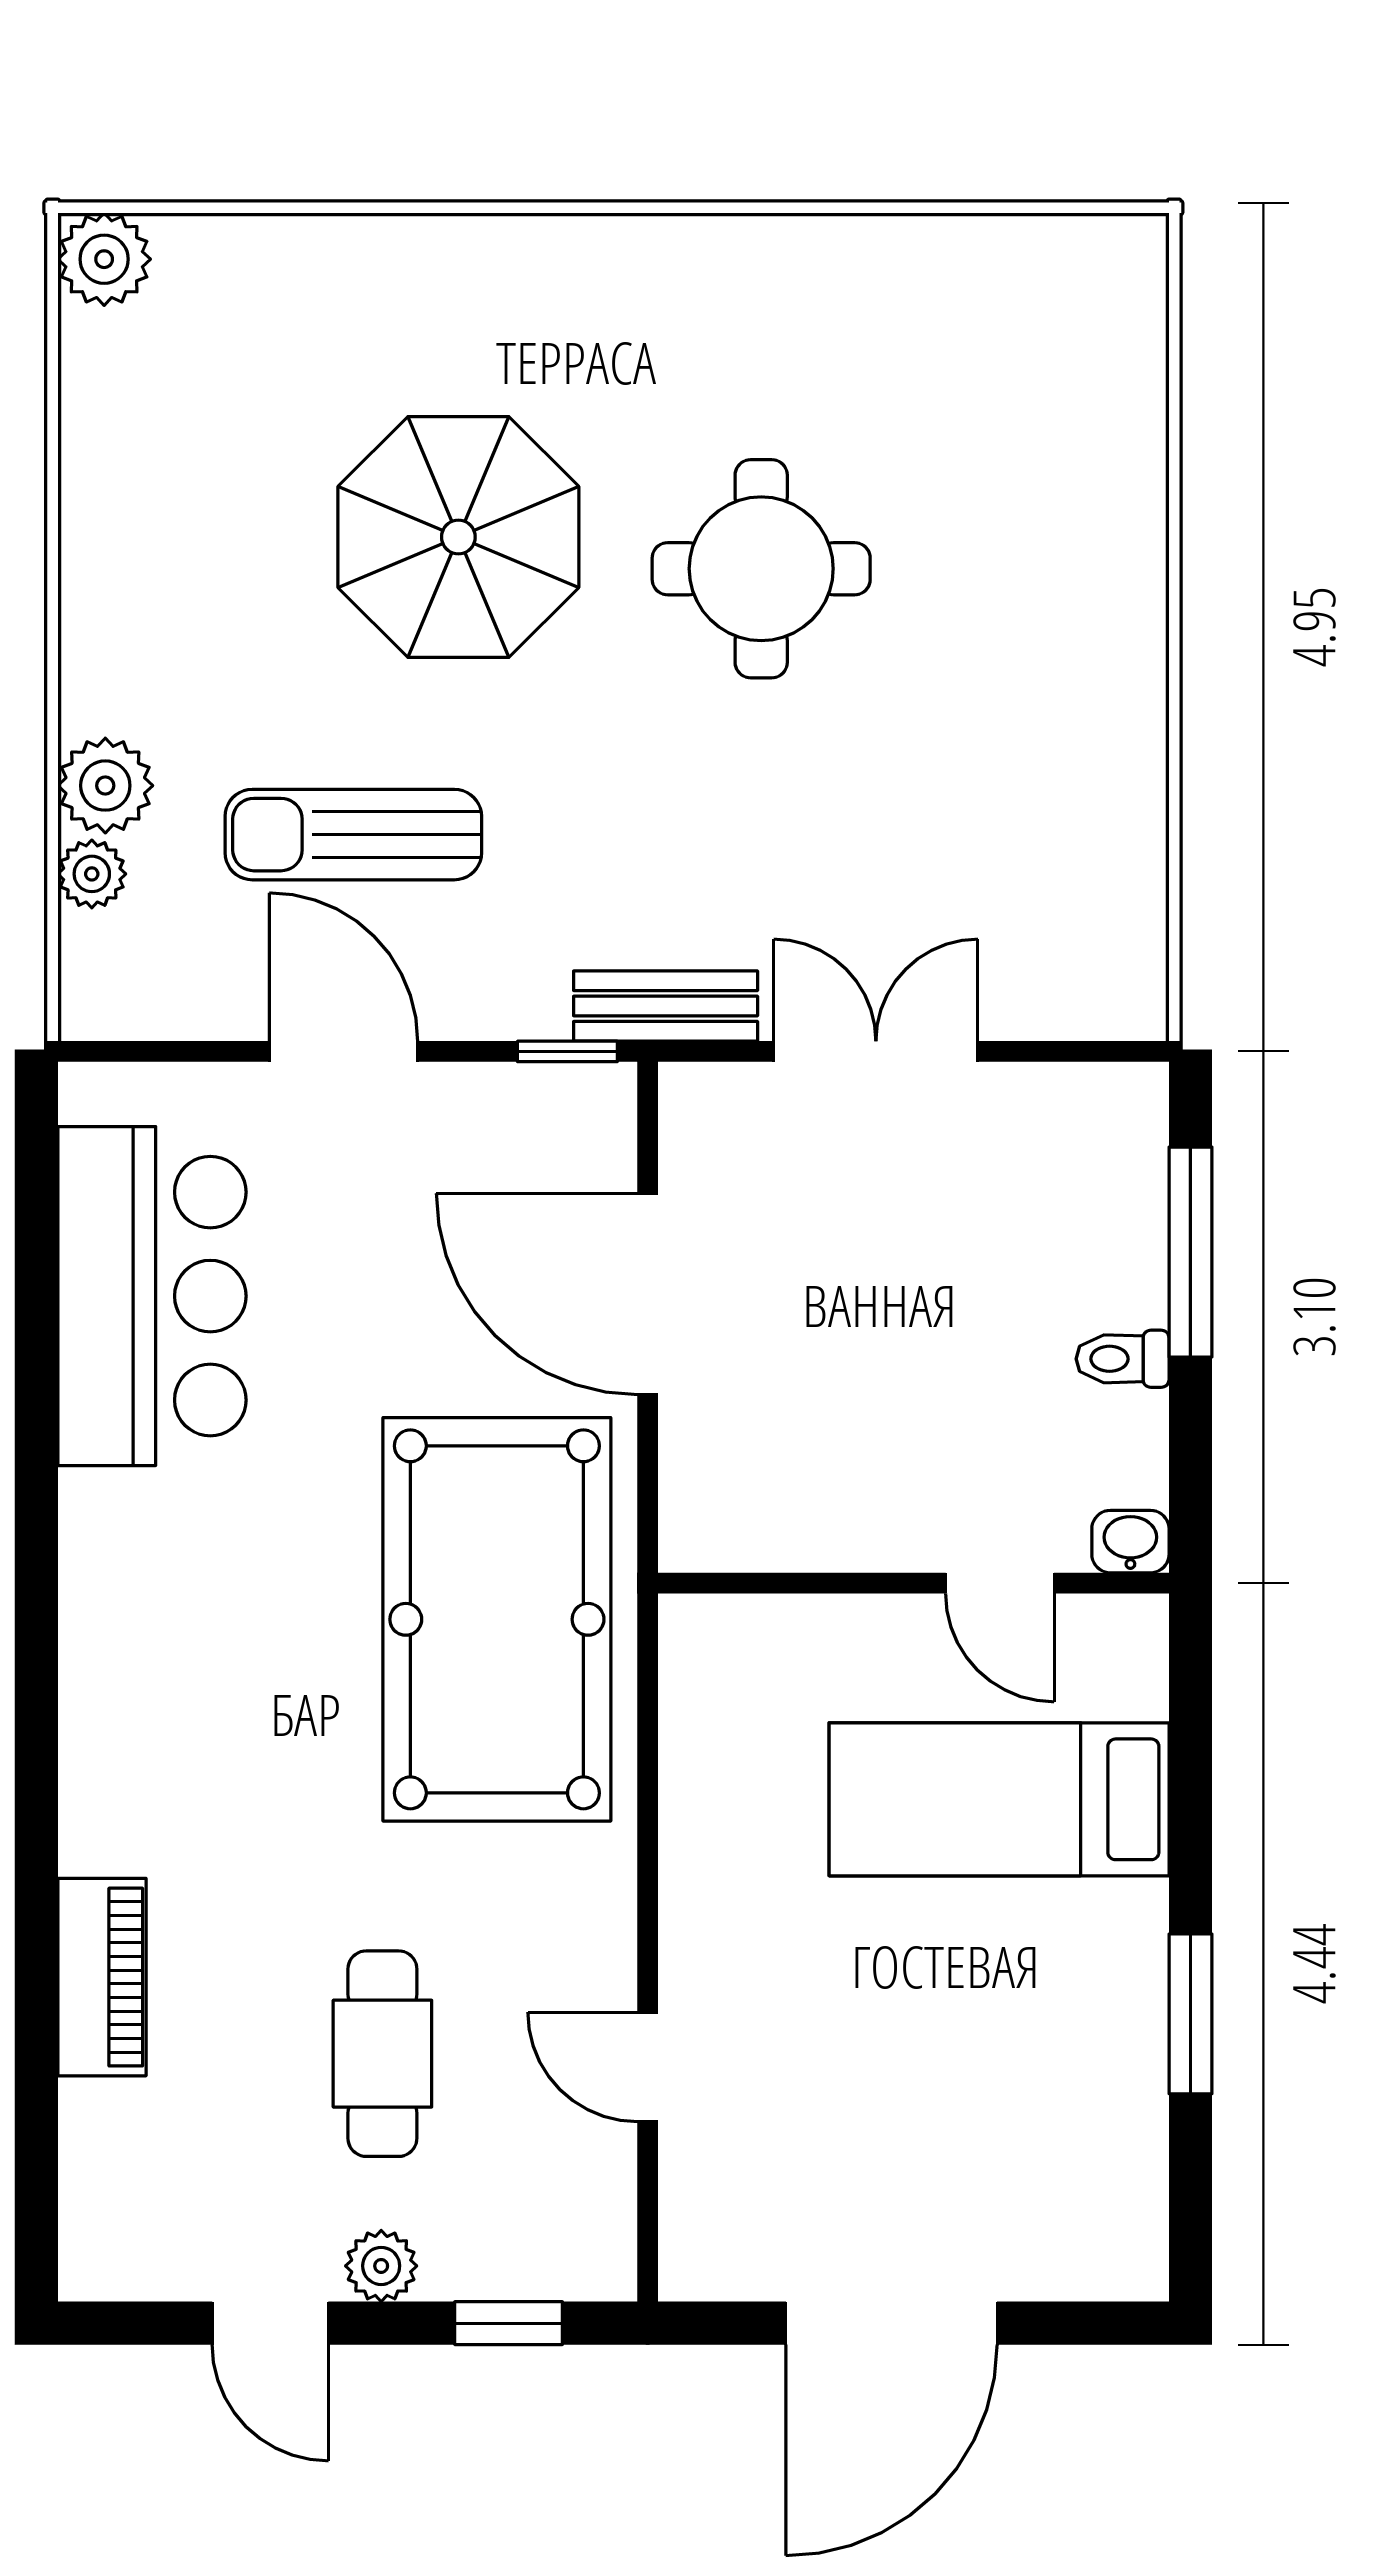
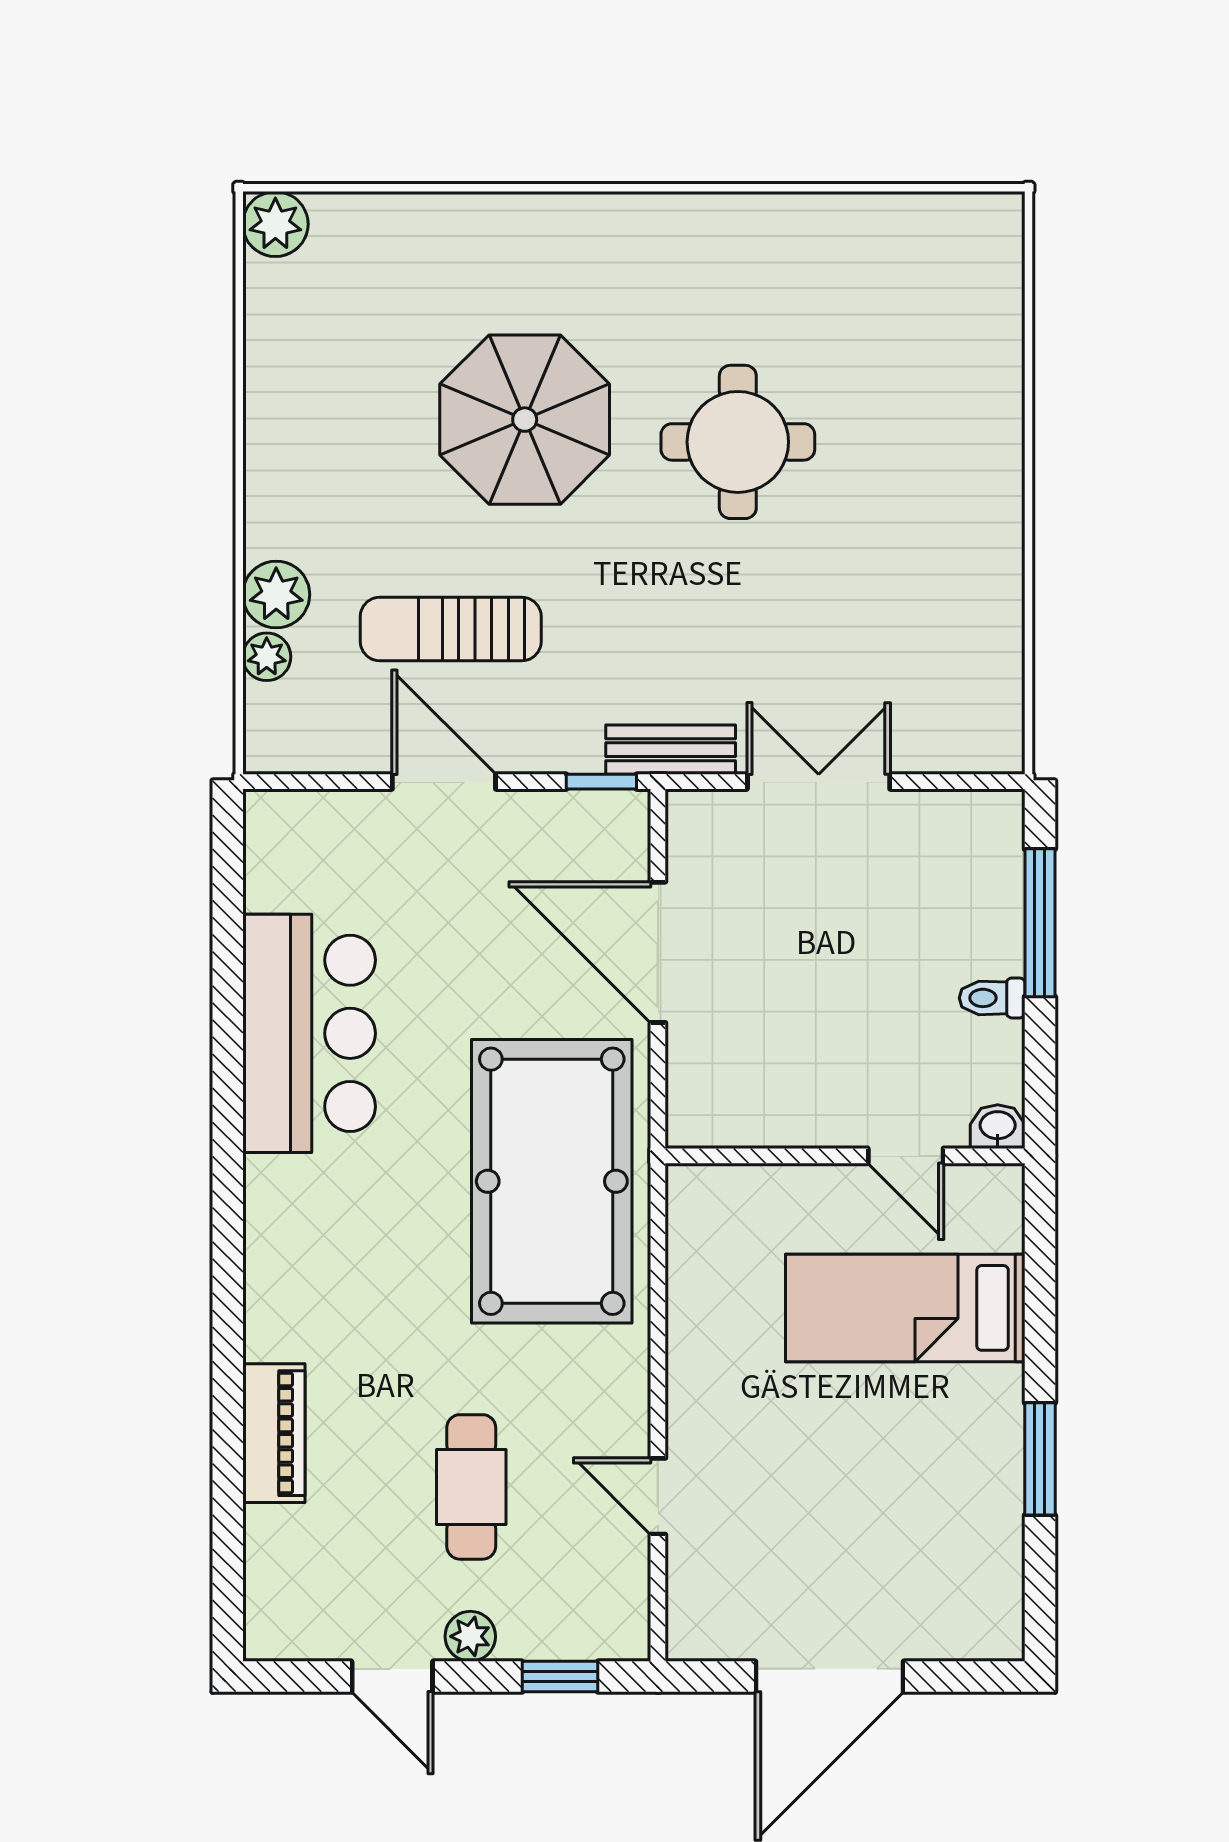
bar counter: (152, 1296) -> (309, 1033), moved

